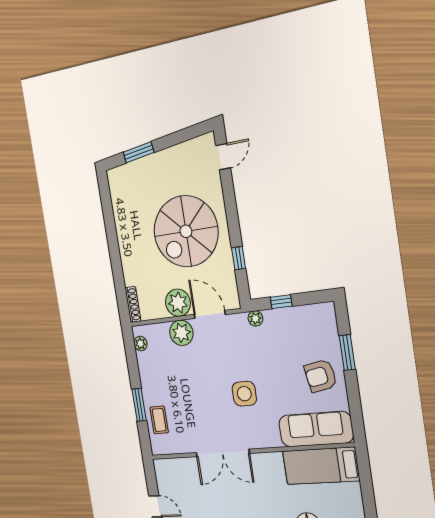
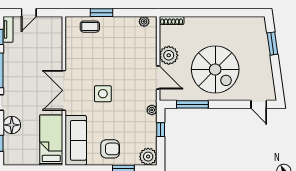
spiral stairs: (186, 231) -> (215, 69), turned 180
window: (239, 258) -> (192, 104), width x2.17
door: (210, 314) -> (158, 77), hinge flipped
plant: (181, 333) -> (148, 157), moved
armchair: (321, 376) -> (110, 149), turned 100
double door: (223, 453) -> (64, 90), moved

